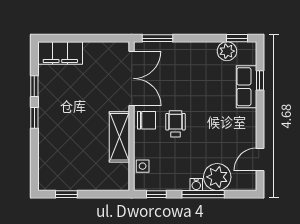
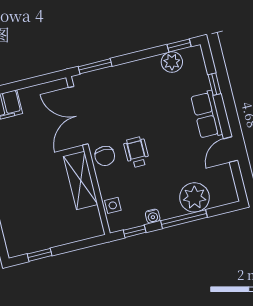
double door: (132, 78) -> (78, 116), swing flipped
row of seats: (246, 87) -> (207, 115), moved
chair: (146, 120) -> (105, 156), turned 90
door: (260, 159) -> (231, 150), moved
water cooler: (196, 184) -> (153, 216), moved

